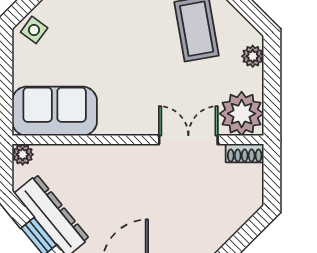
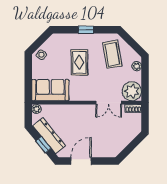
rug: (121, 48) -> (79, 62), added
double door: (188, 140) -> (109, 103), swing flipped

